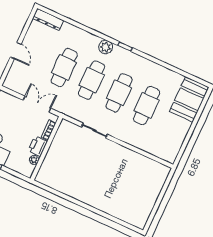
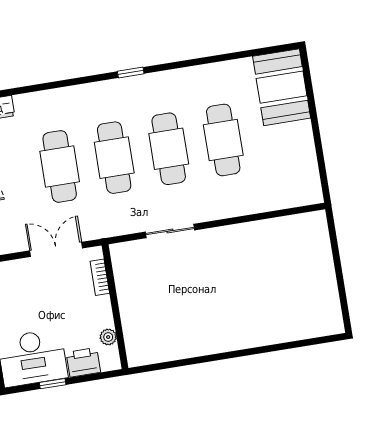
plant: (106, 47) -> (102, 93), removed
printer: (38, 146) -> (83, 362), moved, turned 90

